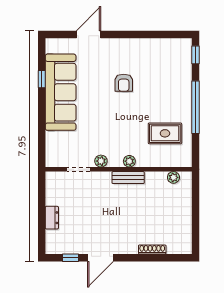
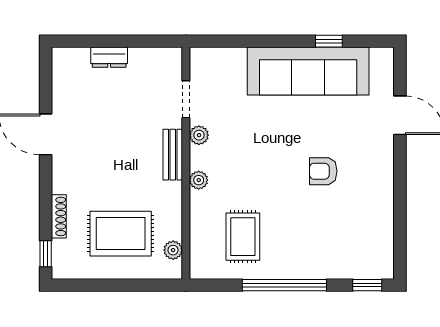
bench: (128, 178) -> (173, 155), moved
rug: (163, 210) -> (121, 234), added
window: (70, 258) -> (46, 254), moved

